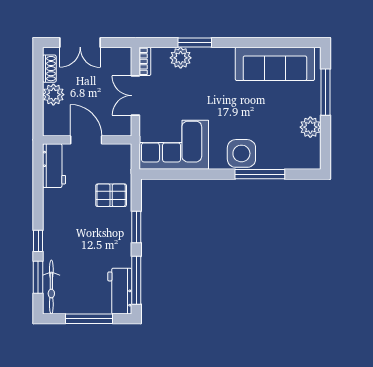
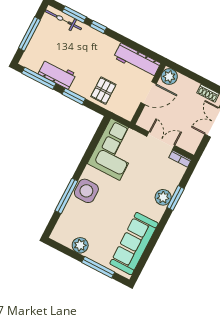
plant: (181, 58) -> (163, 197), moved
plant: (53, 95) -> (169, 77), moved
workbench: (54, 166) -> (137, 60), width x1.38
workbench: (120, 291) -> (57, 74), moved

